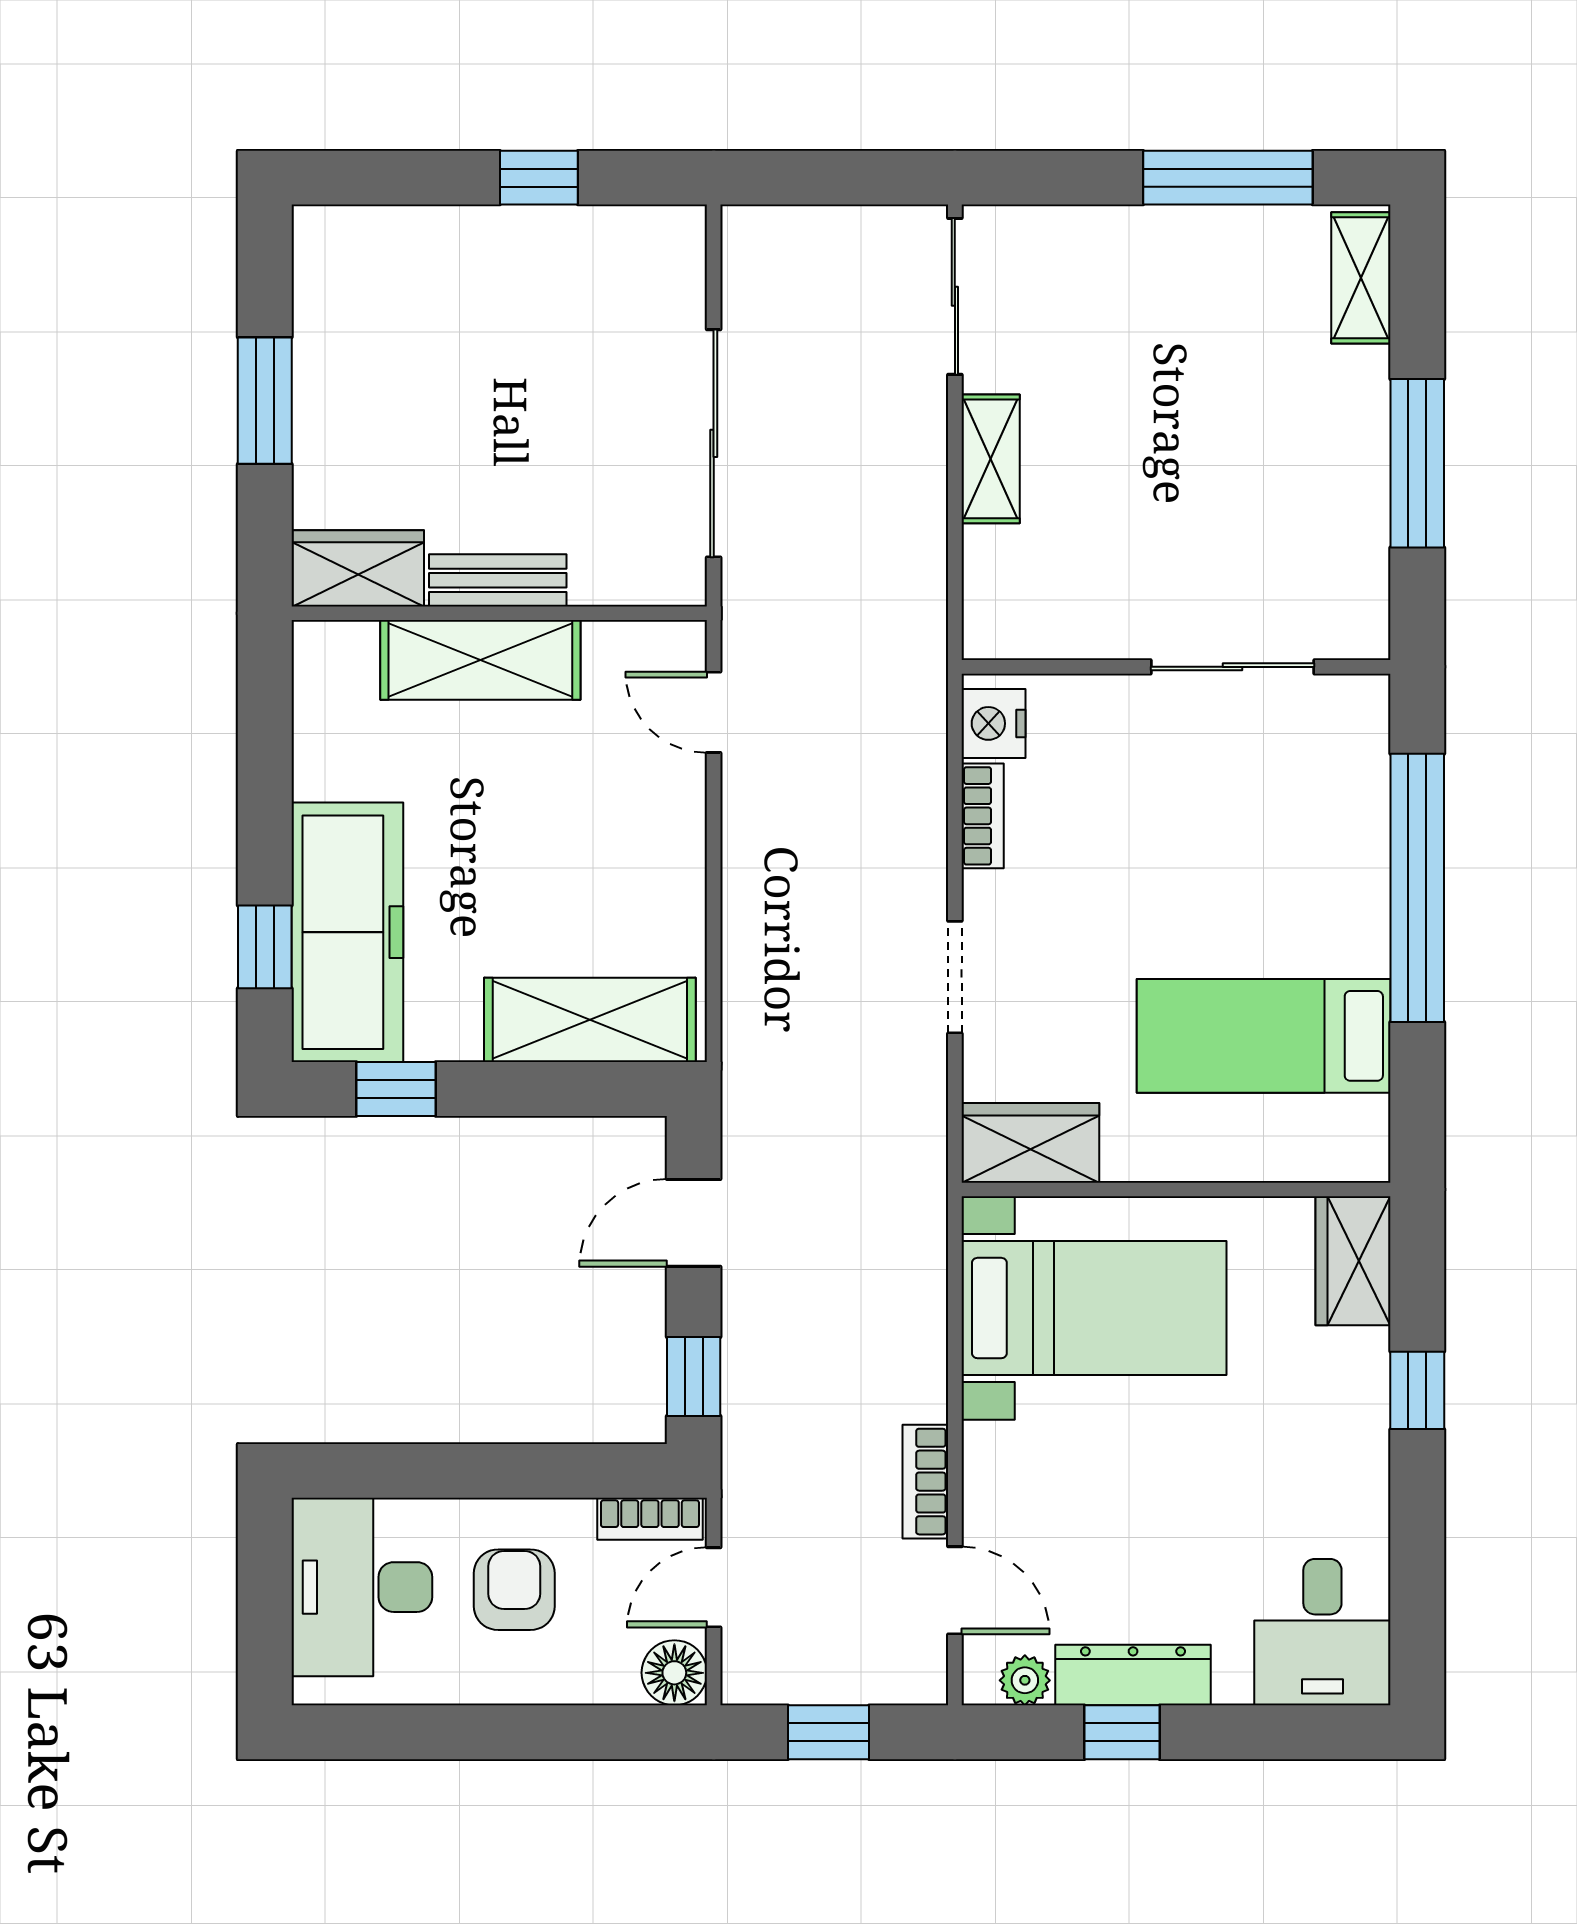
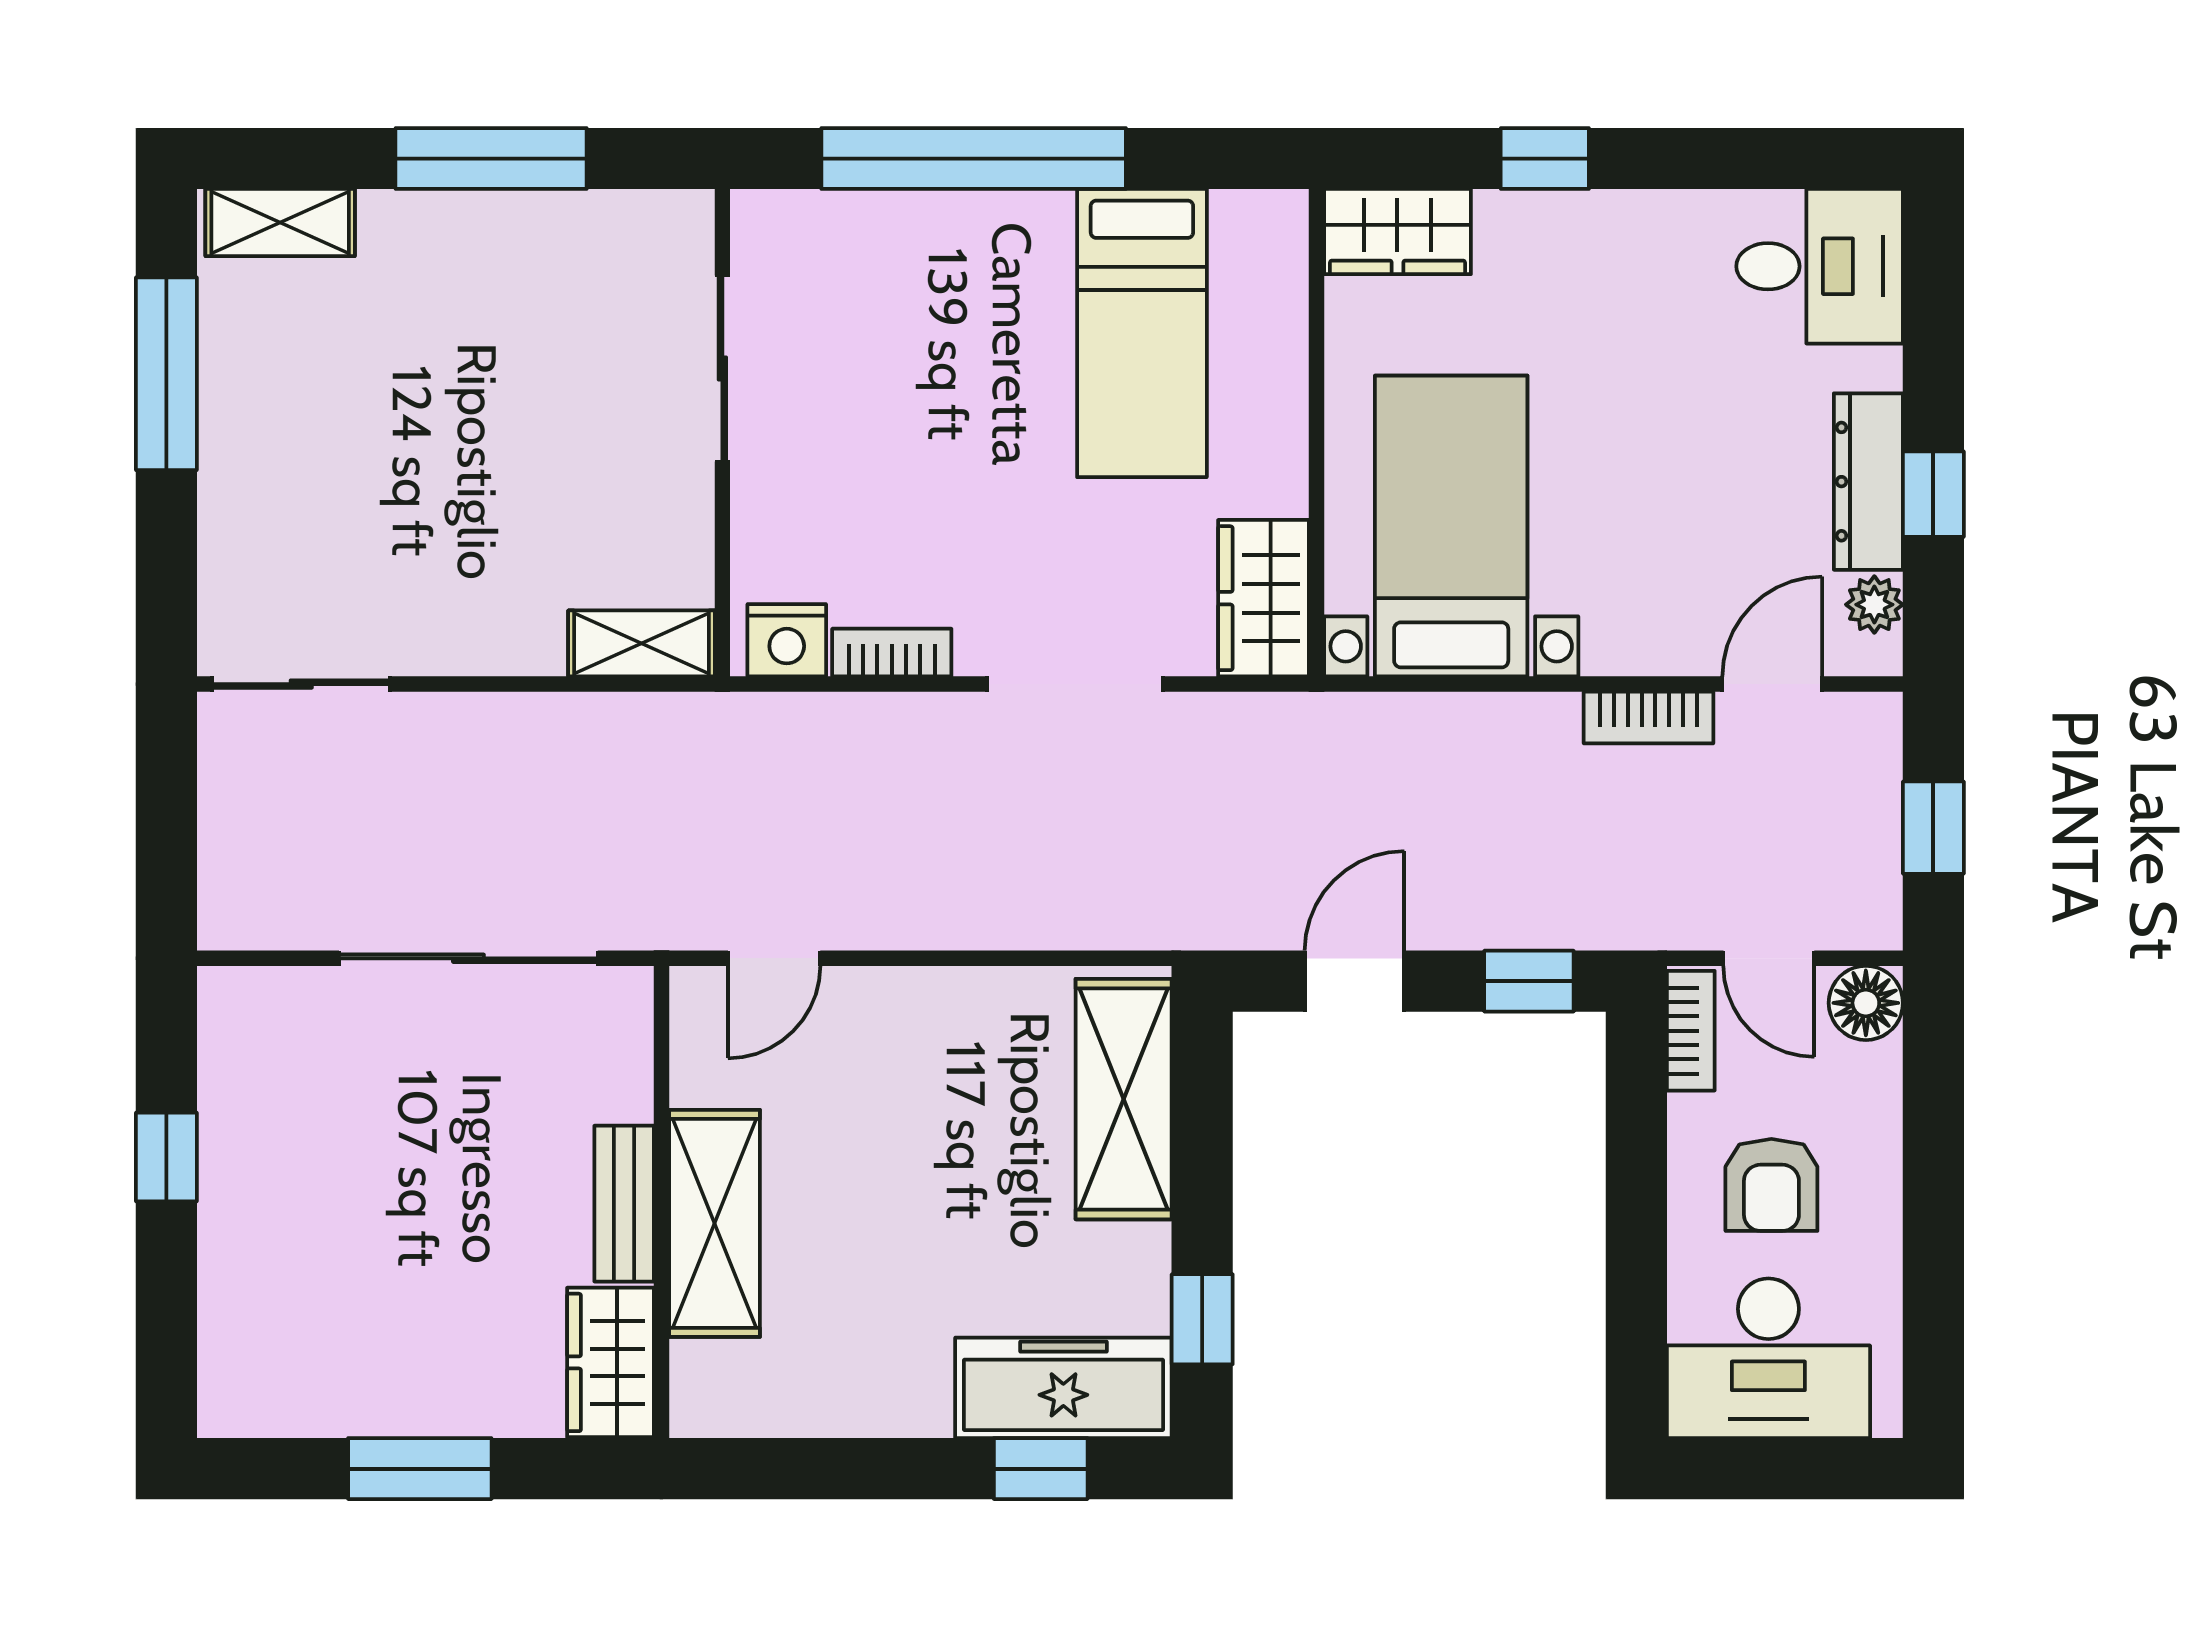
shelving: (991, 459) -> (641, 643), moved
freezer: (347, 932) -> (1063, 1388), width x0.73, depth x0.79
doorway: (955, 977) -> (1075, 684), width x1.38
door: (694, 1223) -> (1354, 981), swing flipped
armchair: (514, 1590) -> (1771, 1185), turned -90

